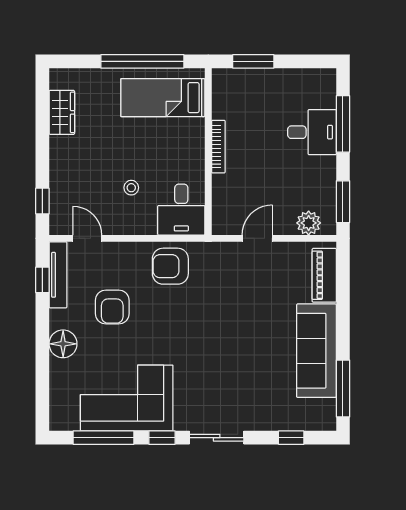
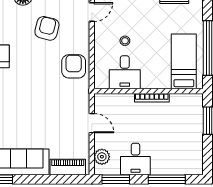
desk: (312, 132) -> (135, 159), moved
desk: (181, 210) -> (125, 72), moved, turned -90
armchair: (112, 307) -> (47, 28), turned 104

